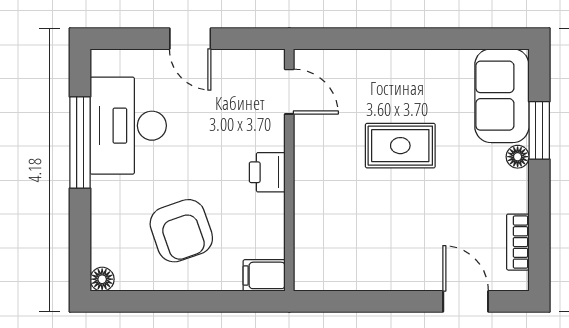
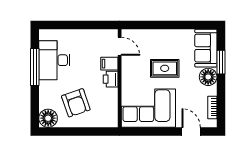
door: (190, 39) -> (79, 25), removed
floor lamp: (518, 157) -> (208, 77), width x1.89, depth x1.89
corner sofa: (360, 244) -> (148, 108), added
filing cabinet: (264, 275) -> (109, 64), moved
floor lamp: (102, 279) -> (48, 118), width x1.89, depth x1.89

